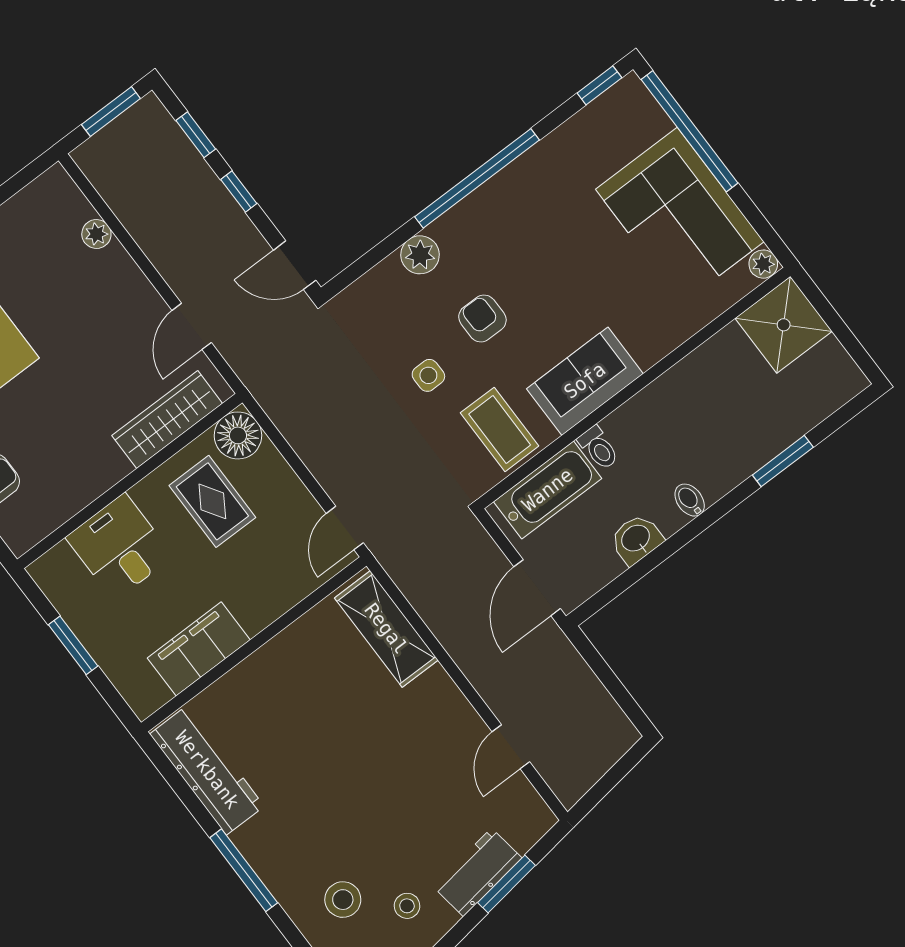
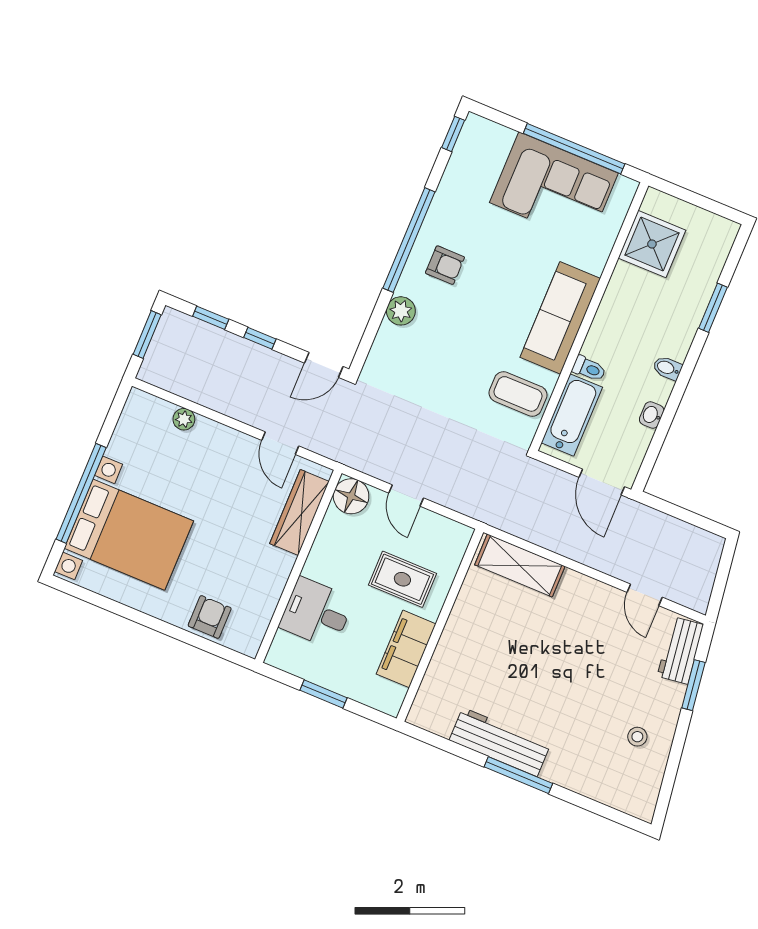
window: (689, 131) -> (574, 149), moved
plant: (763, 264) -> (626, 188), removed
armchair: (482, 318) -> (445, 265), moved, turned 180
shower: (784, 325) -> (652, 244), moved
side table: (428, 375) -> (452, 386), removed
sofa: (585, 381) -> (560, 318), width x1.36
rug: (212, 501) -> (402, 579), moved
door: (345, 528) -> (406, 496), moved
washbasin: (636, 539) -> (652, 415), width x0.72, depth x0.69
workbench: (207, 770) -> (500, 742), moved
workbench: (478, 872) -> (680, 650), moved
stool: (343, 900) -> (594, 757), removed

